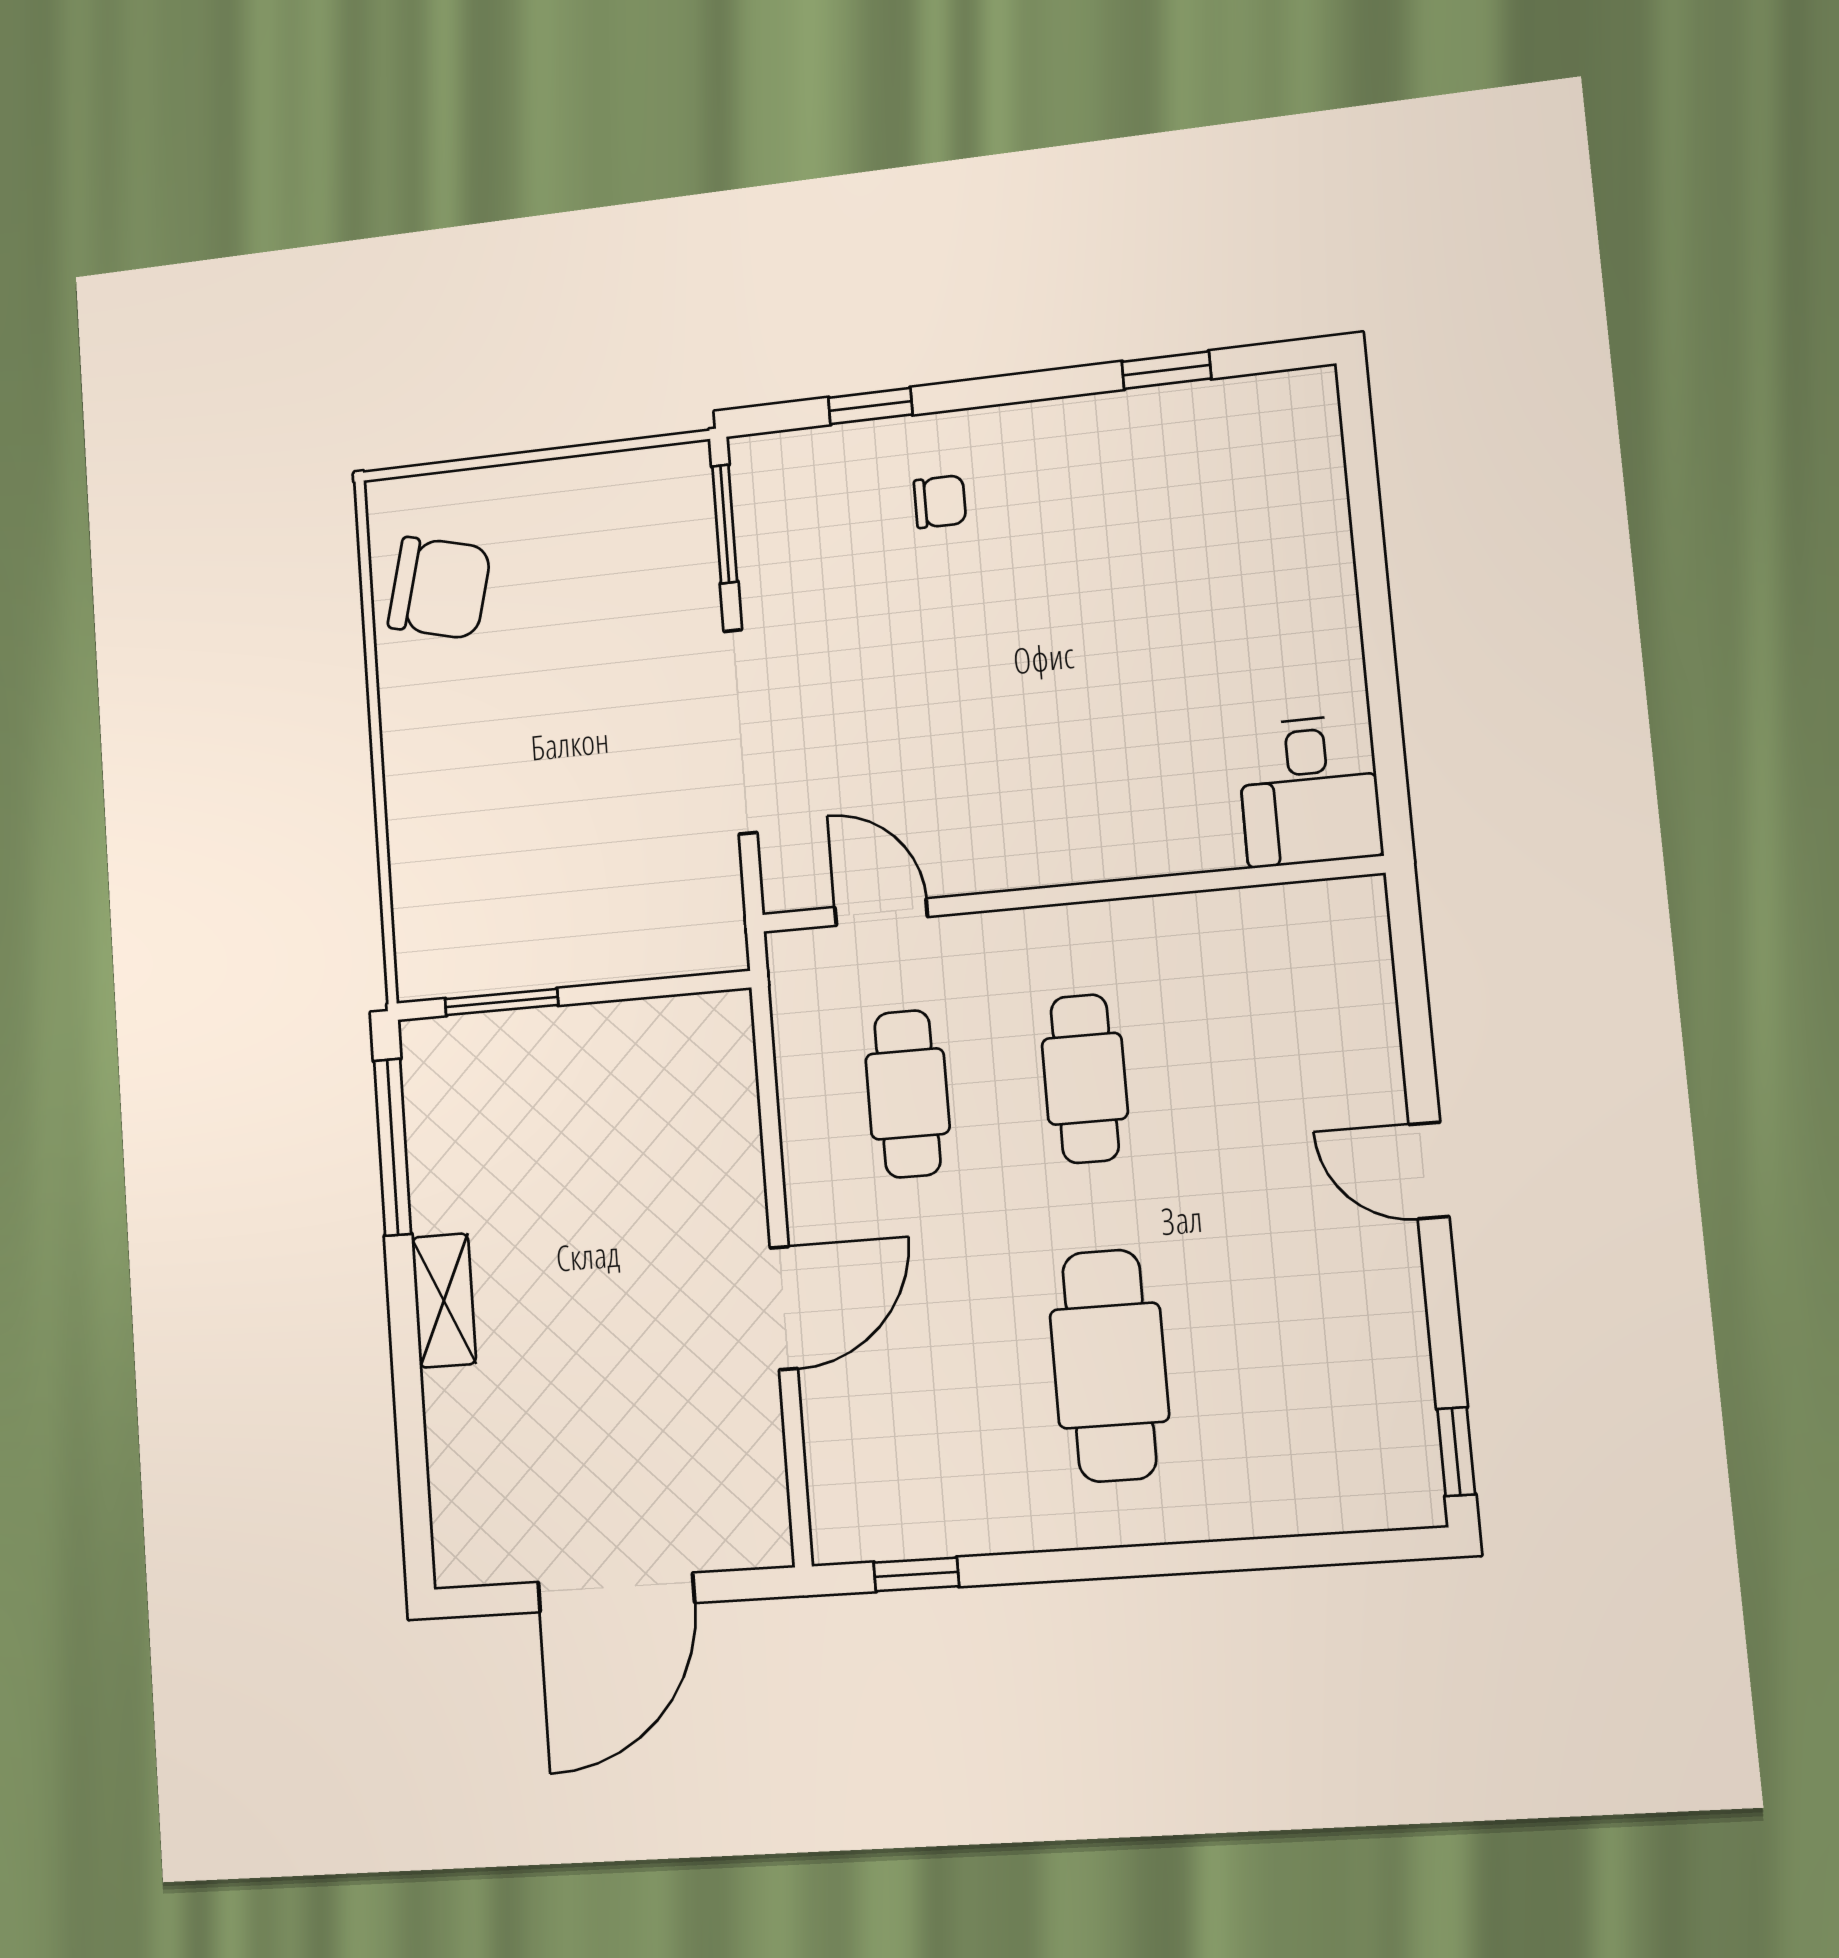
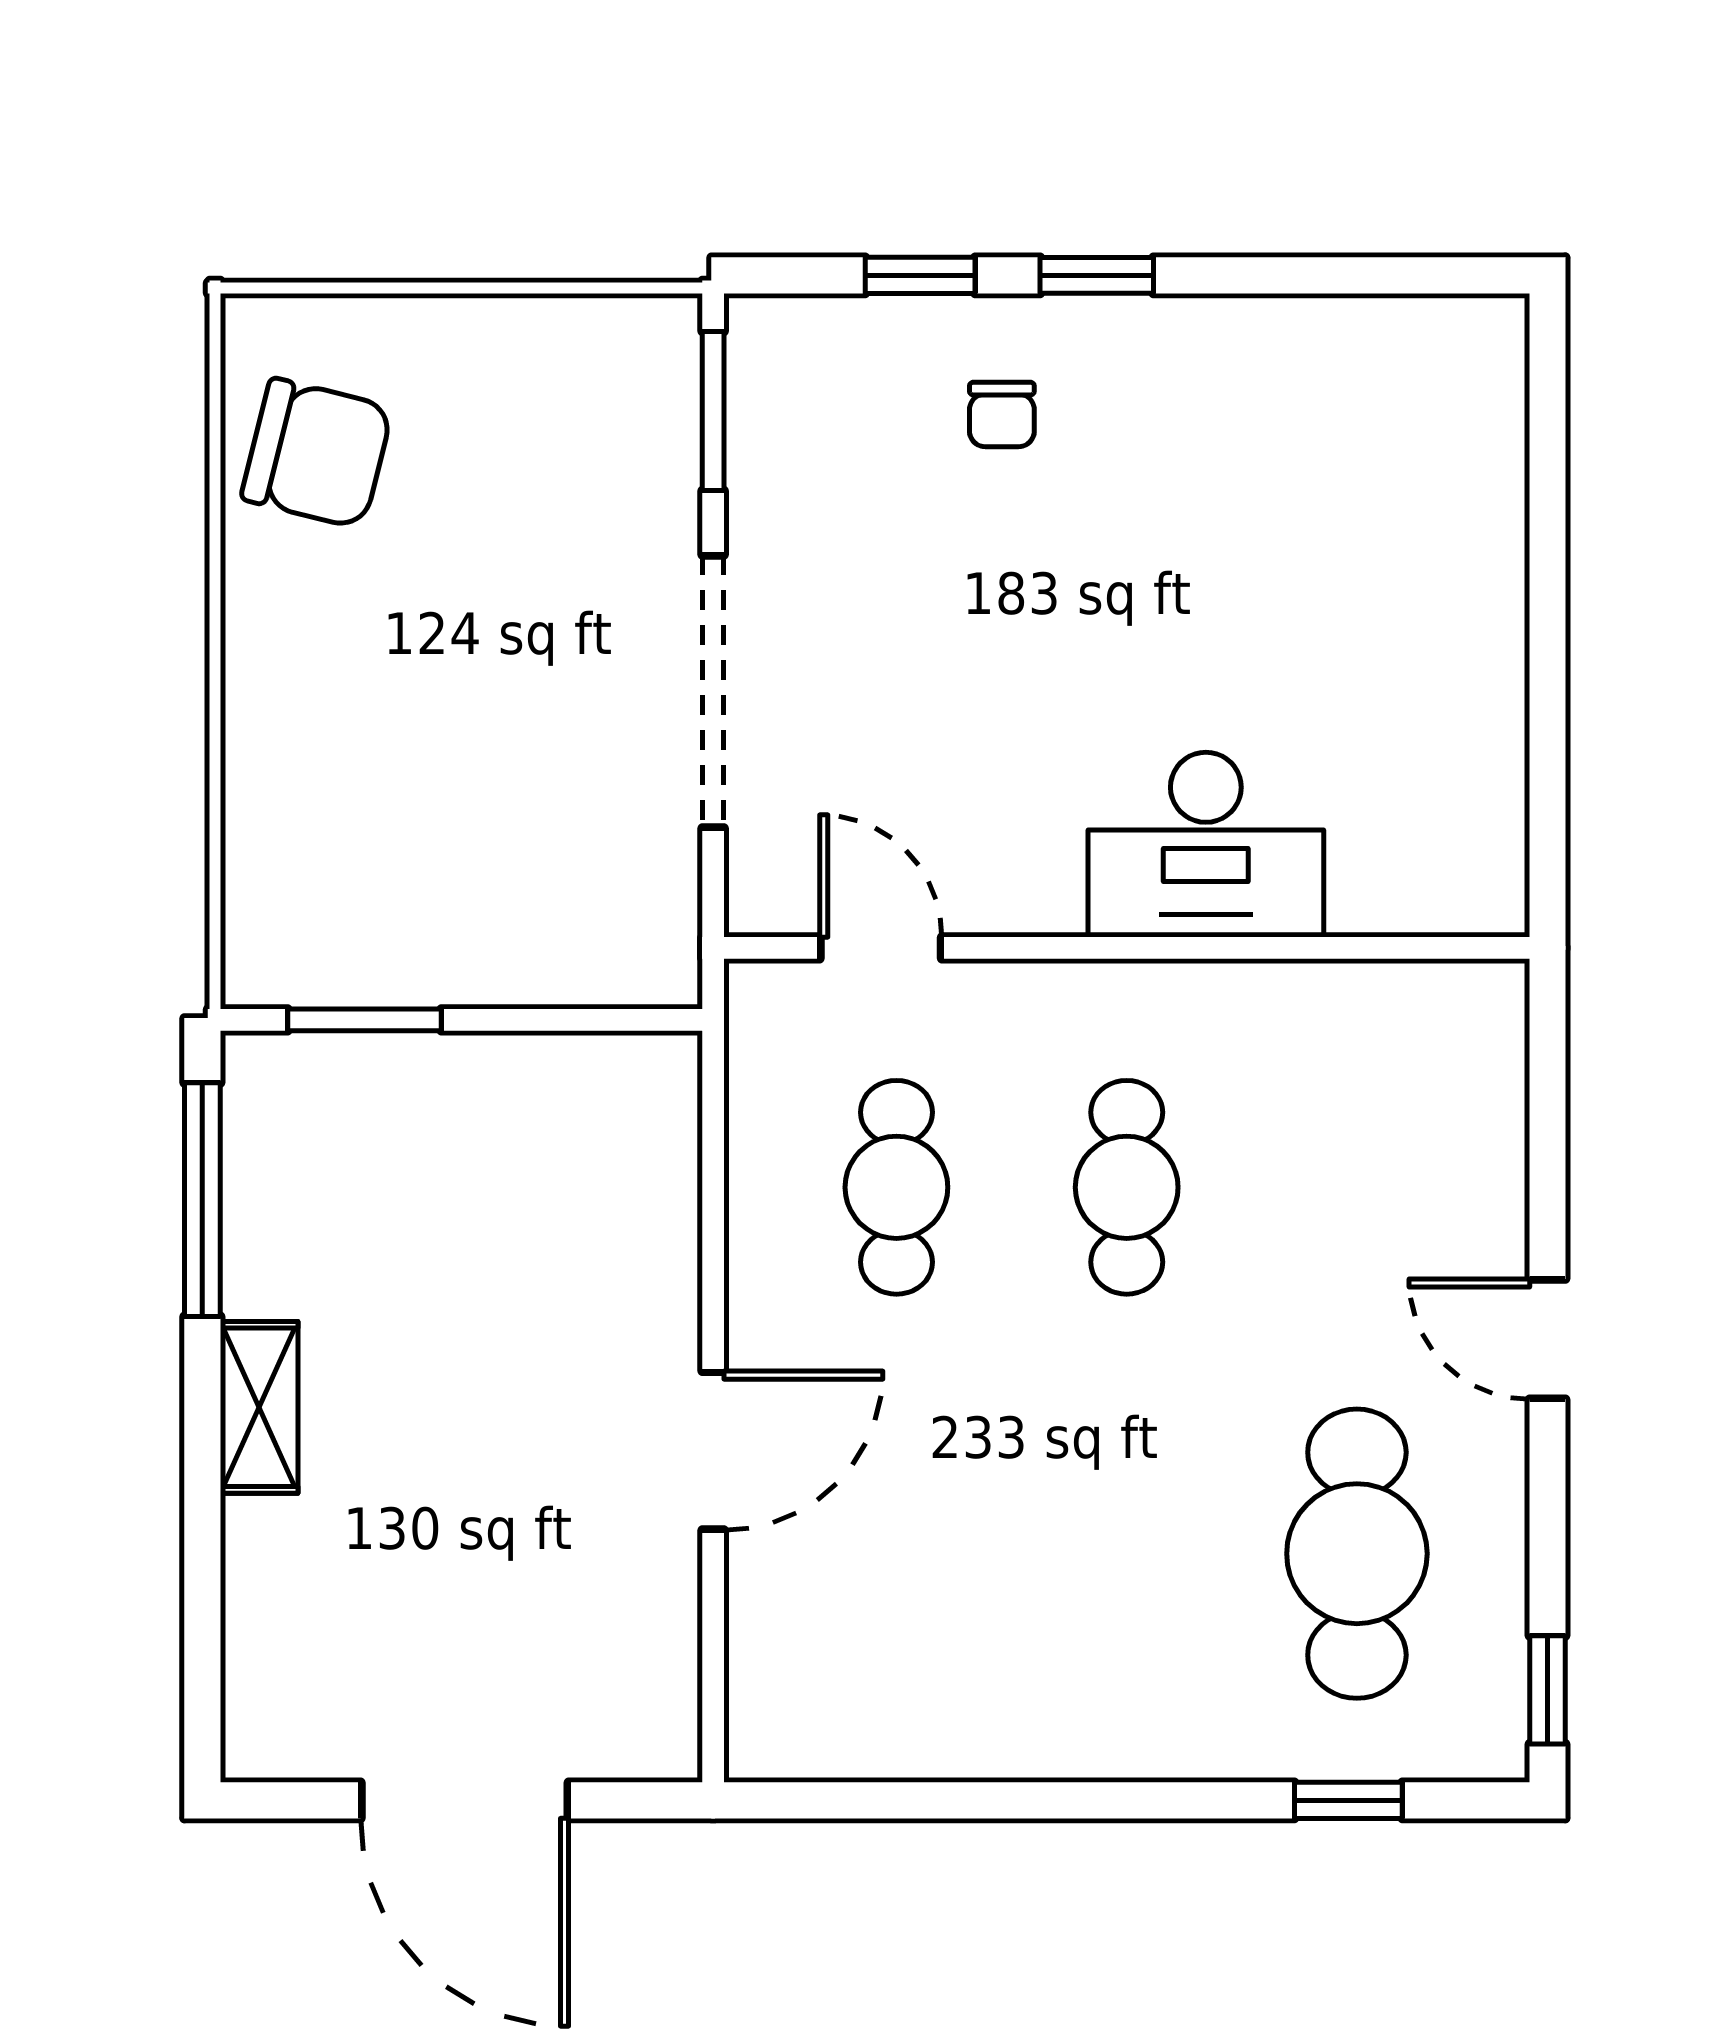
window: (1166, 370) -> (1097, 275), moved
chair: (940, 502) -> (1002, 414), turned 90
desk: (1309, 791) -> (1206, 845), moved, width x1.37
cafe table: (1109, 1366) -> (1357, 1554), moved
window: (916, 1574) -> (1348, 1800), moved
door: (616, 1593) -> (465, 1800), hinge flipped

